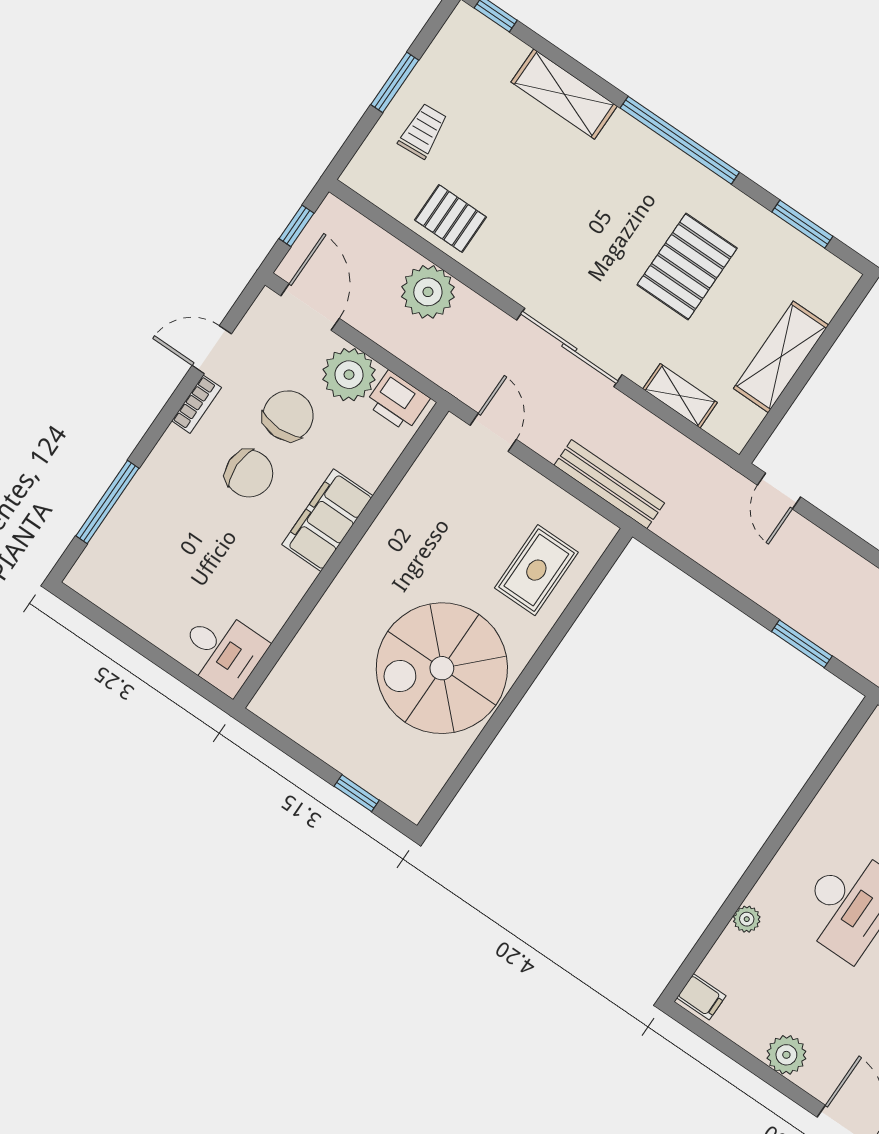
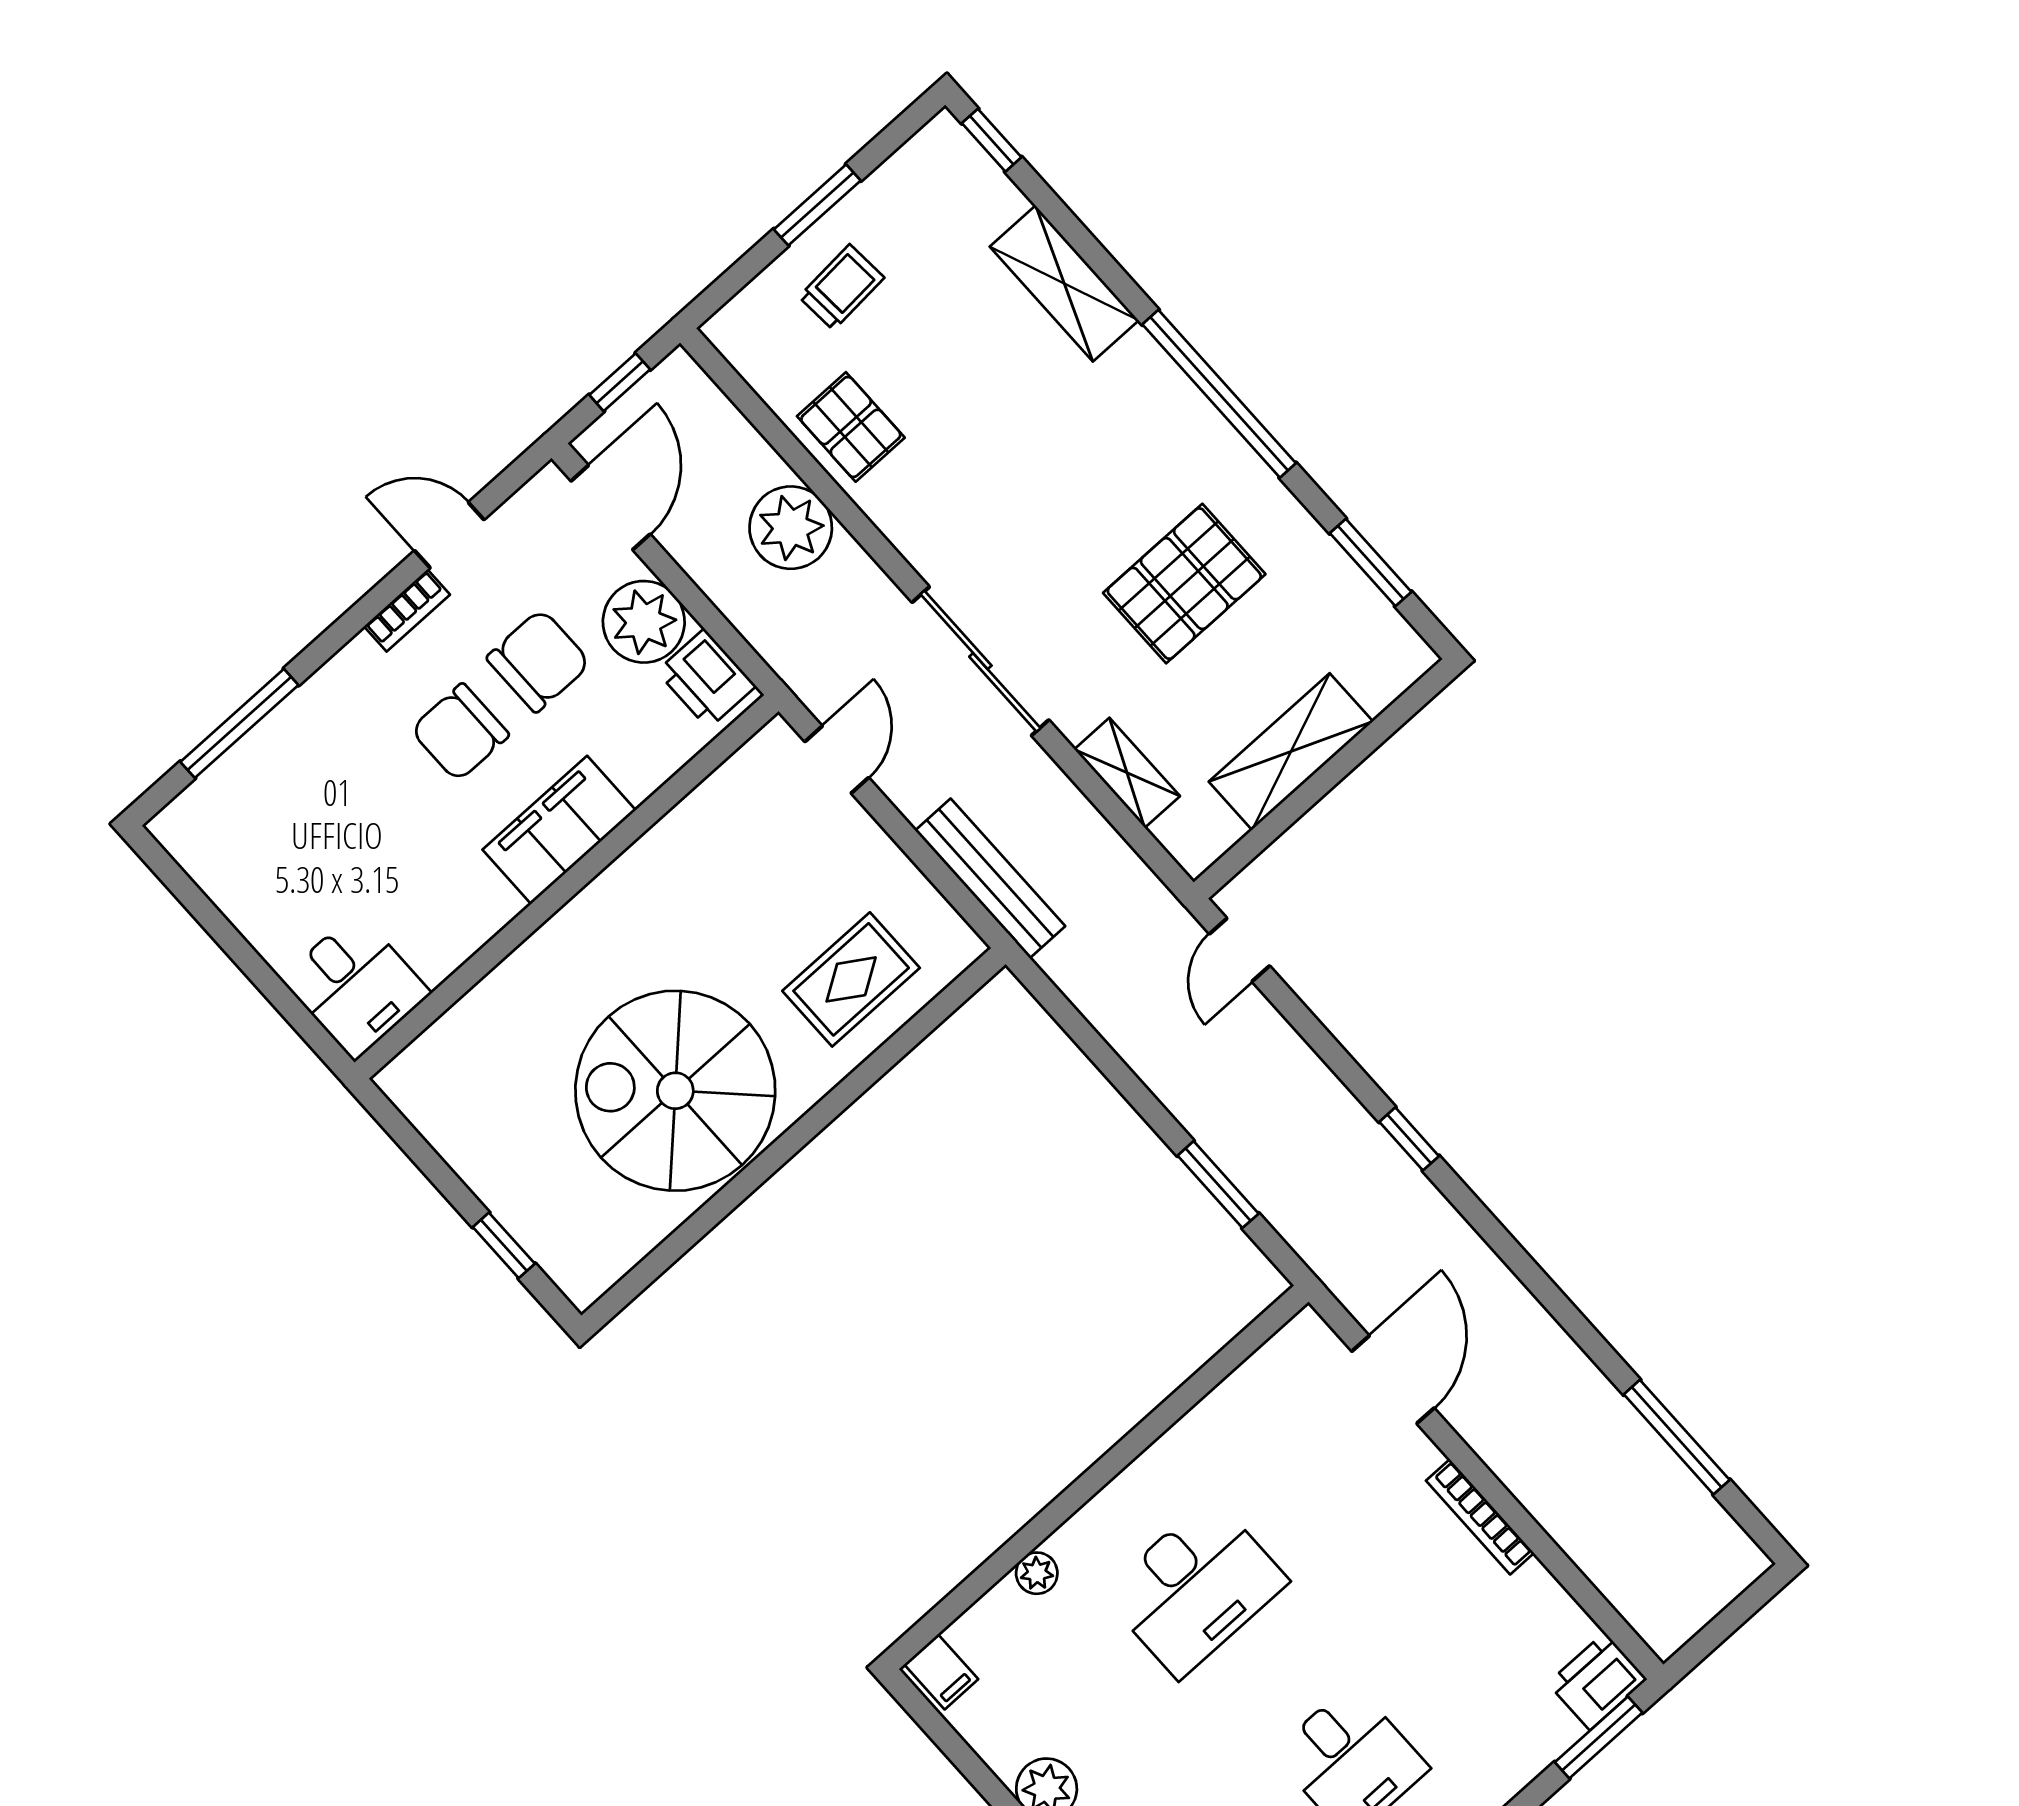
chair: (249, 473) -> (460, 732), turned 90

